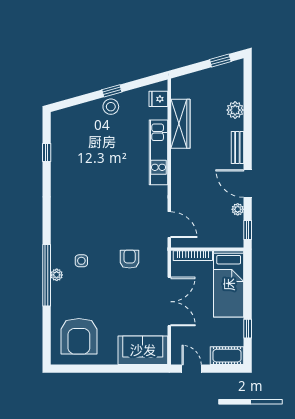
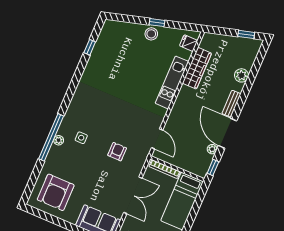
door: (248, 184) -> (228, 133), width x1.36

